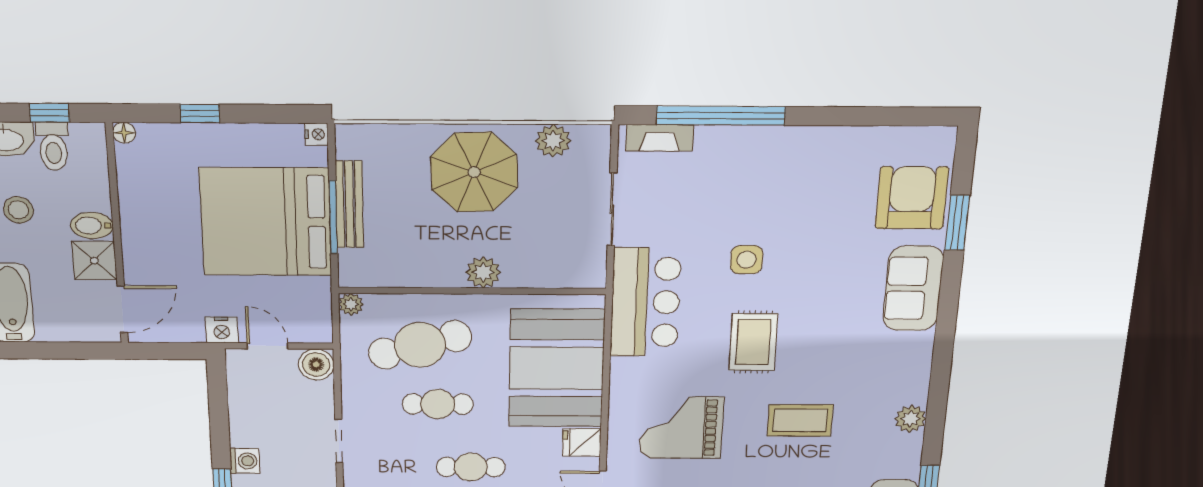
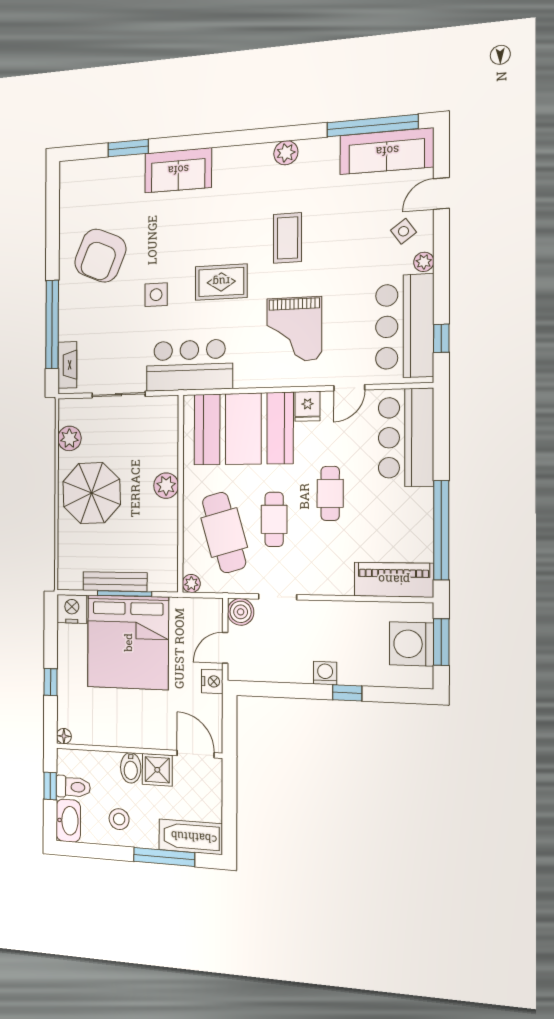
nightstand: (316, 134) -> (72, 609), width x1.89, depth x1.79
armchair: (912, 198) -> (100, 256), moved, turned -67
doorway: (339, 441) -> (278, 597), moved

